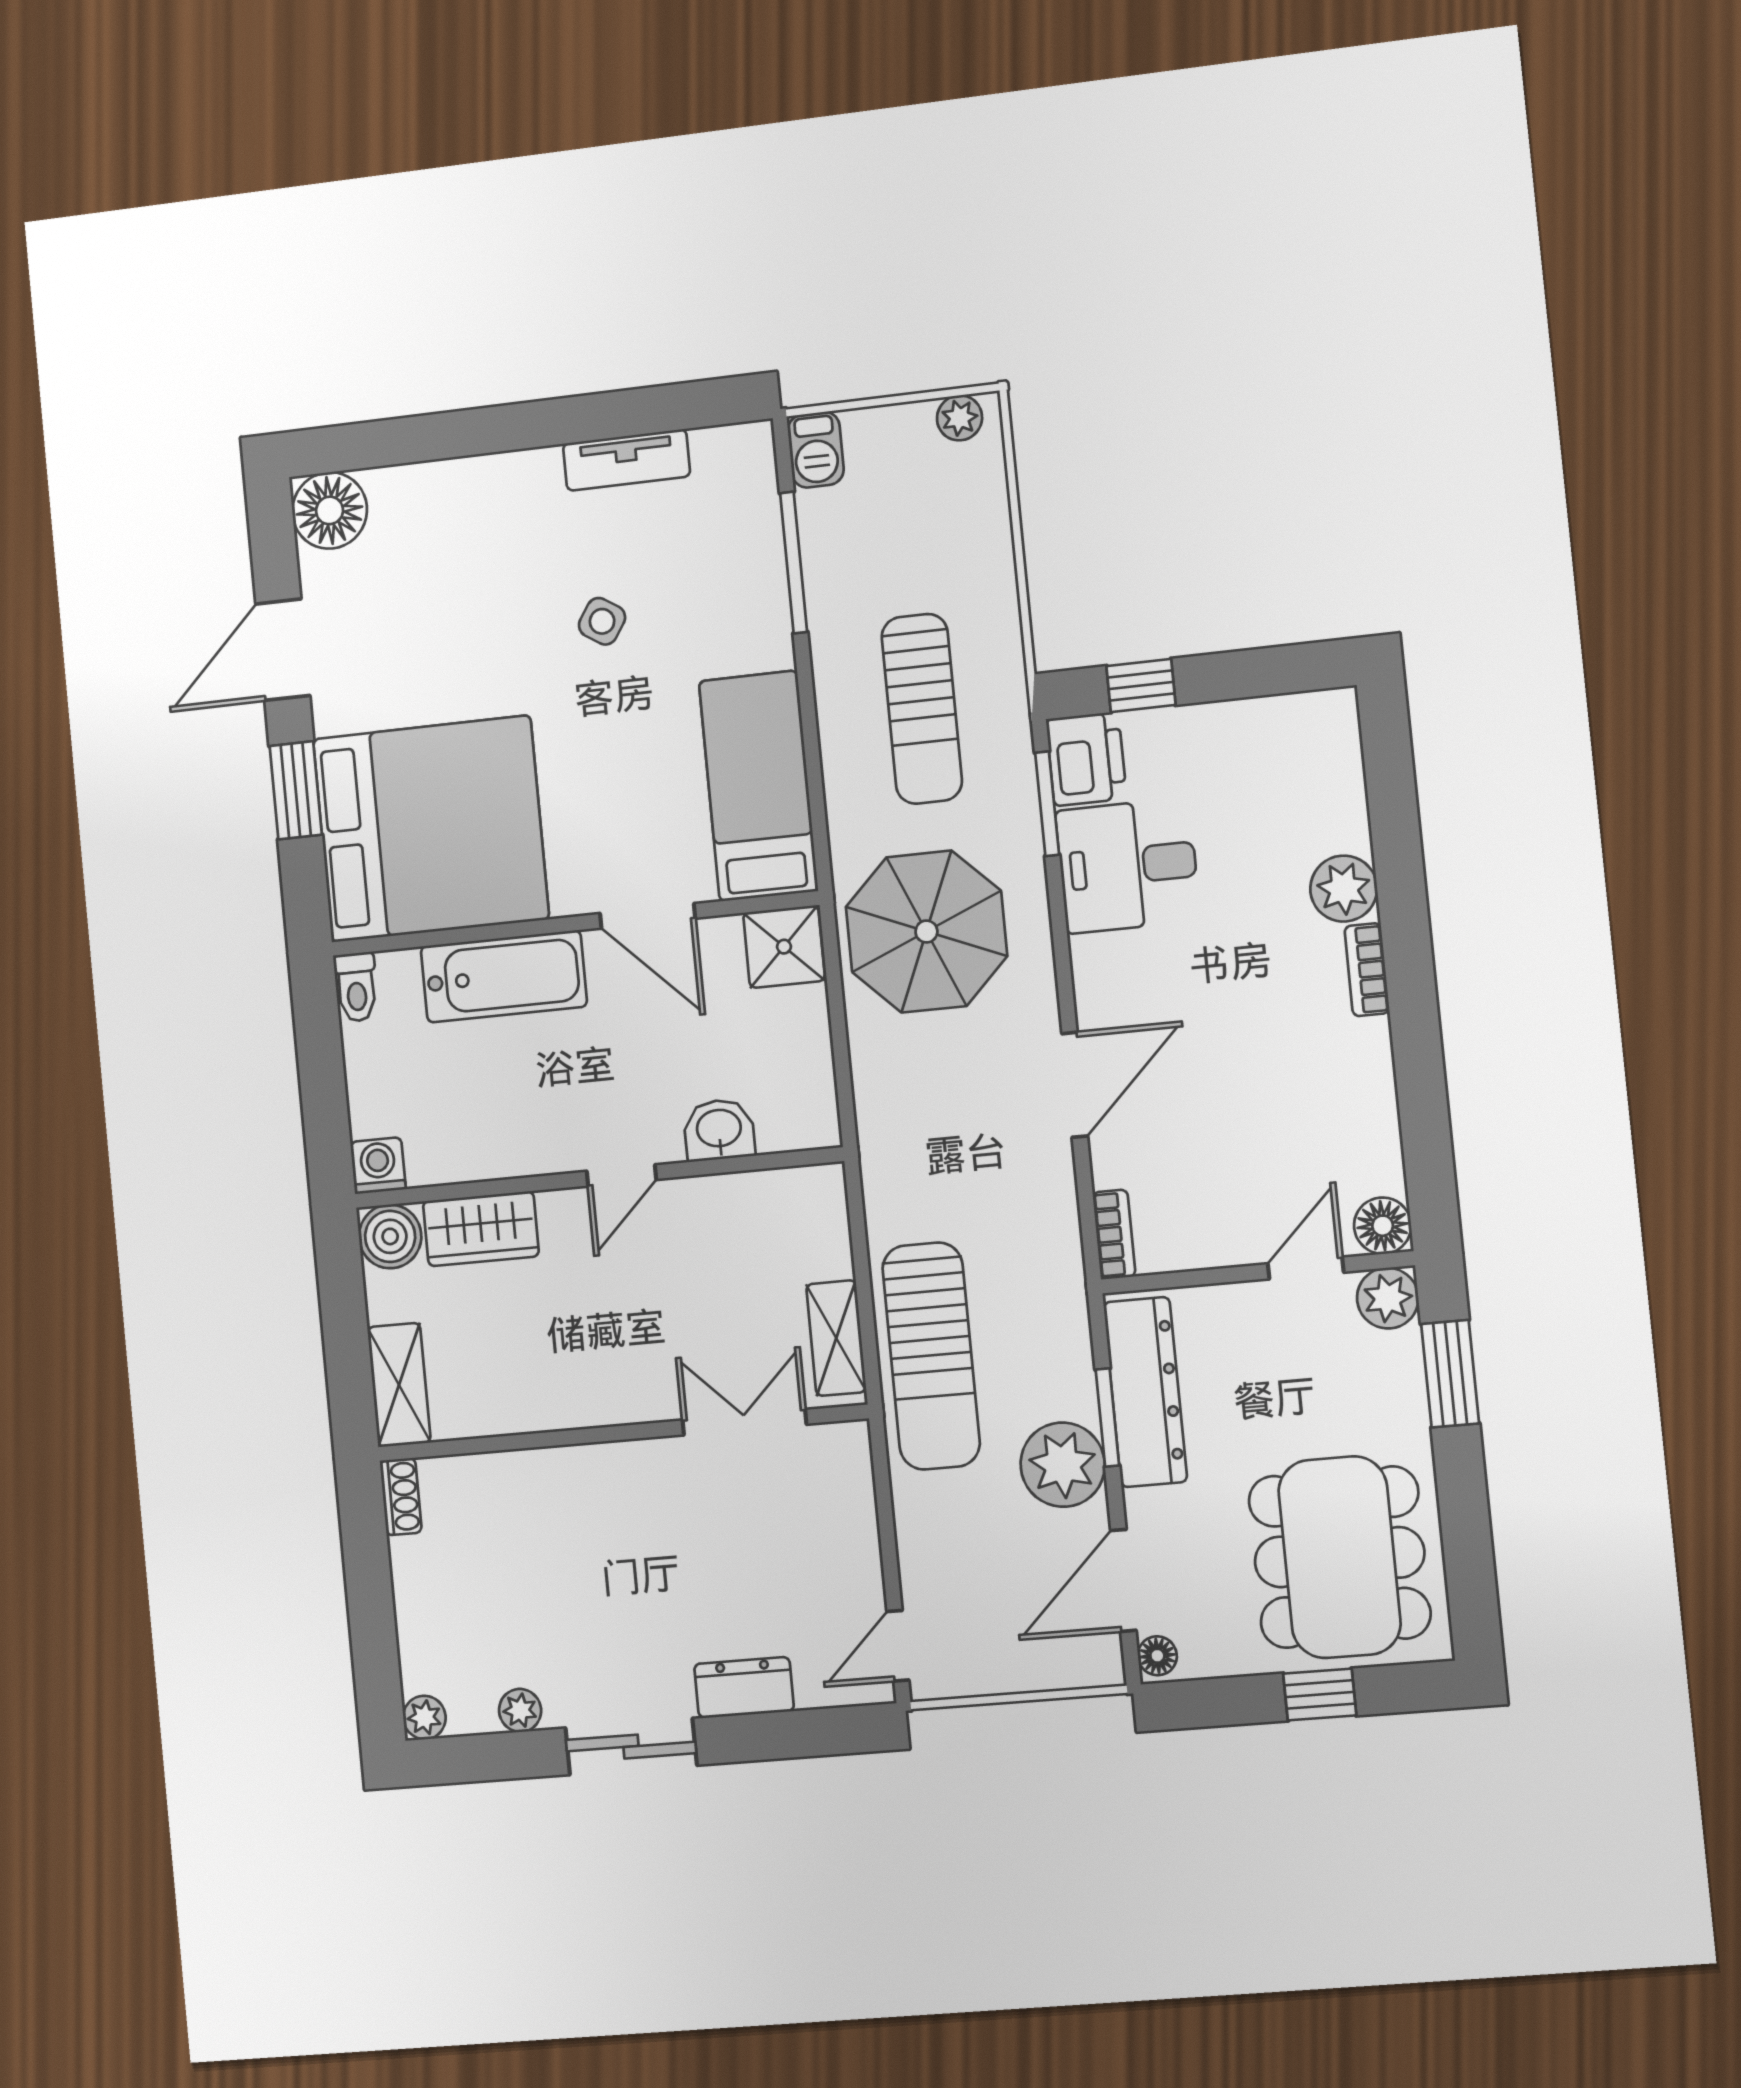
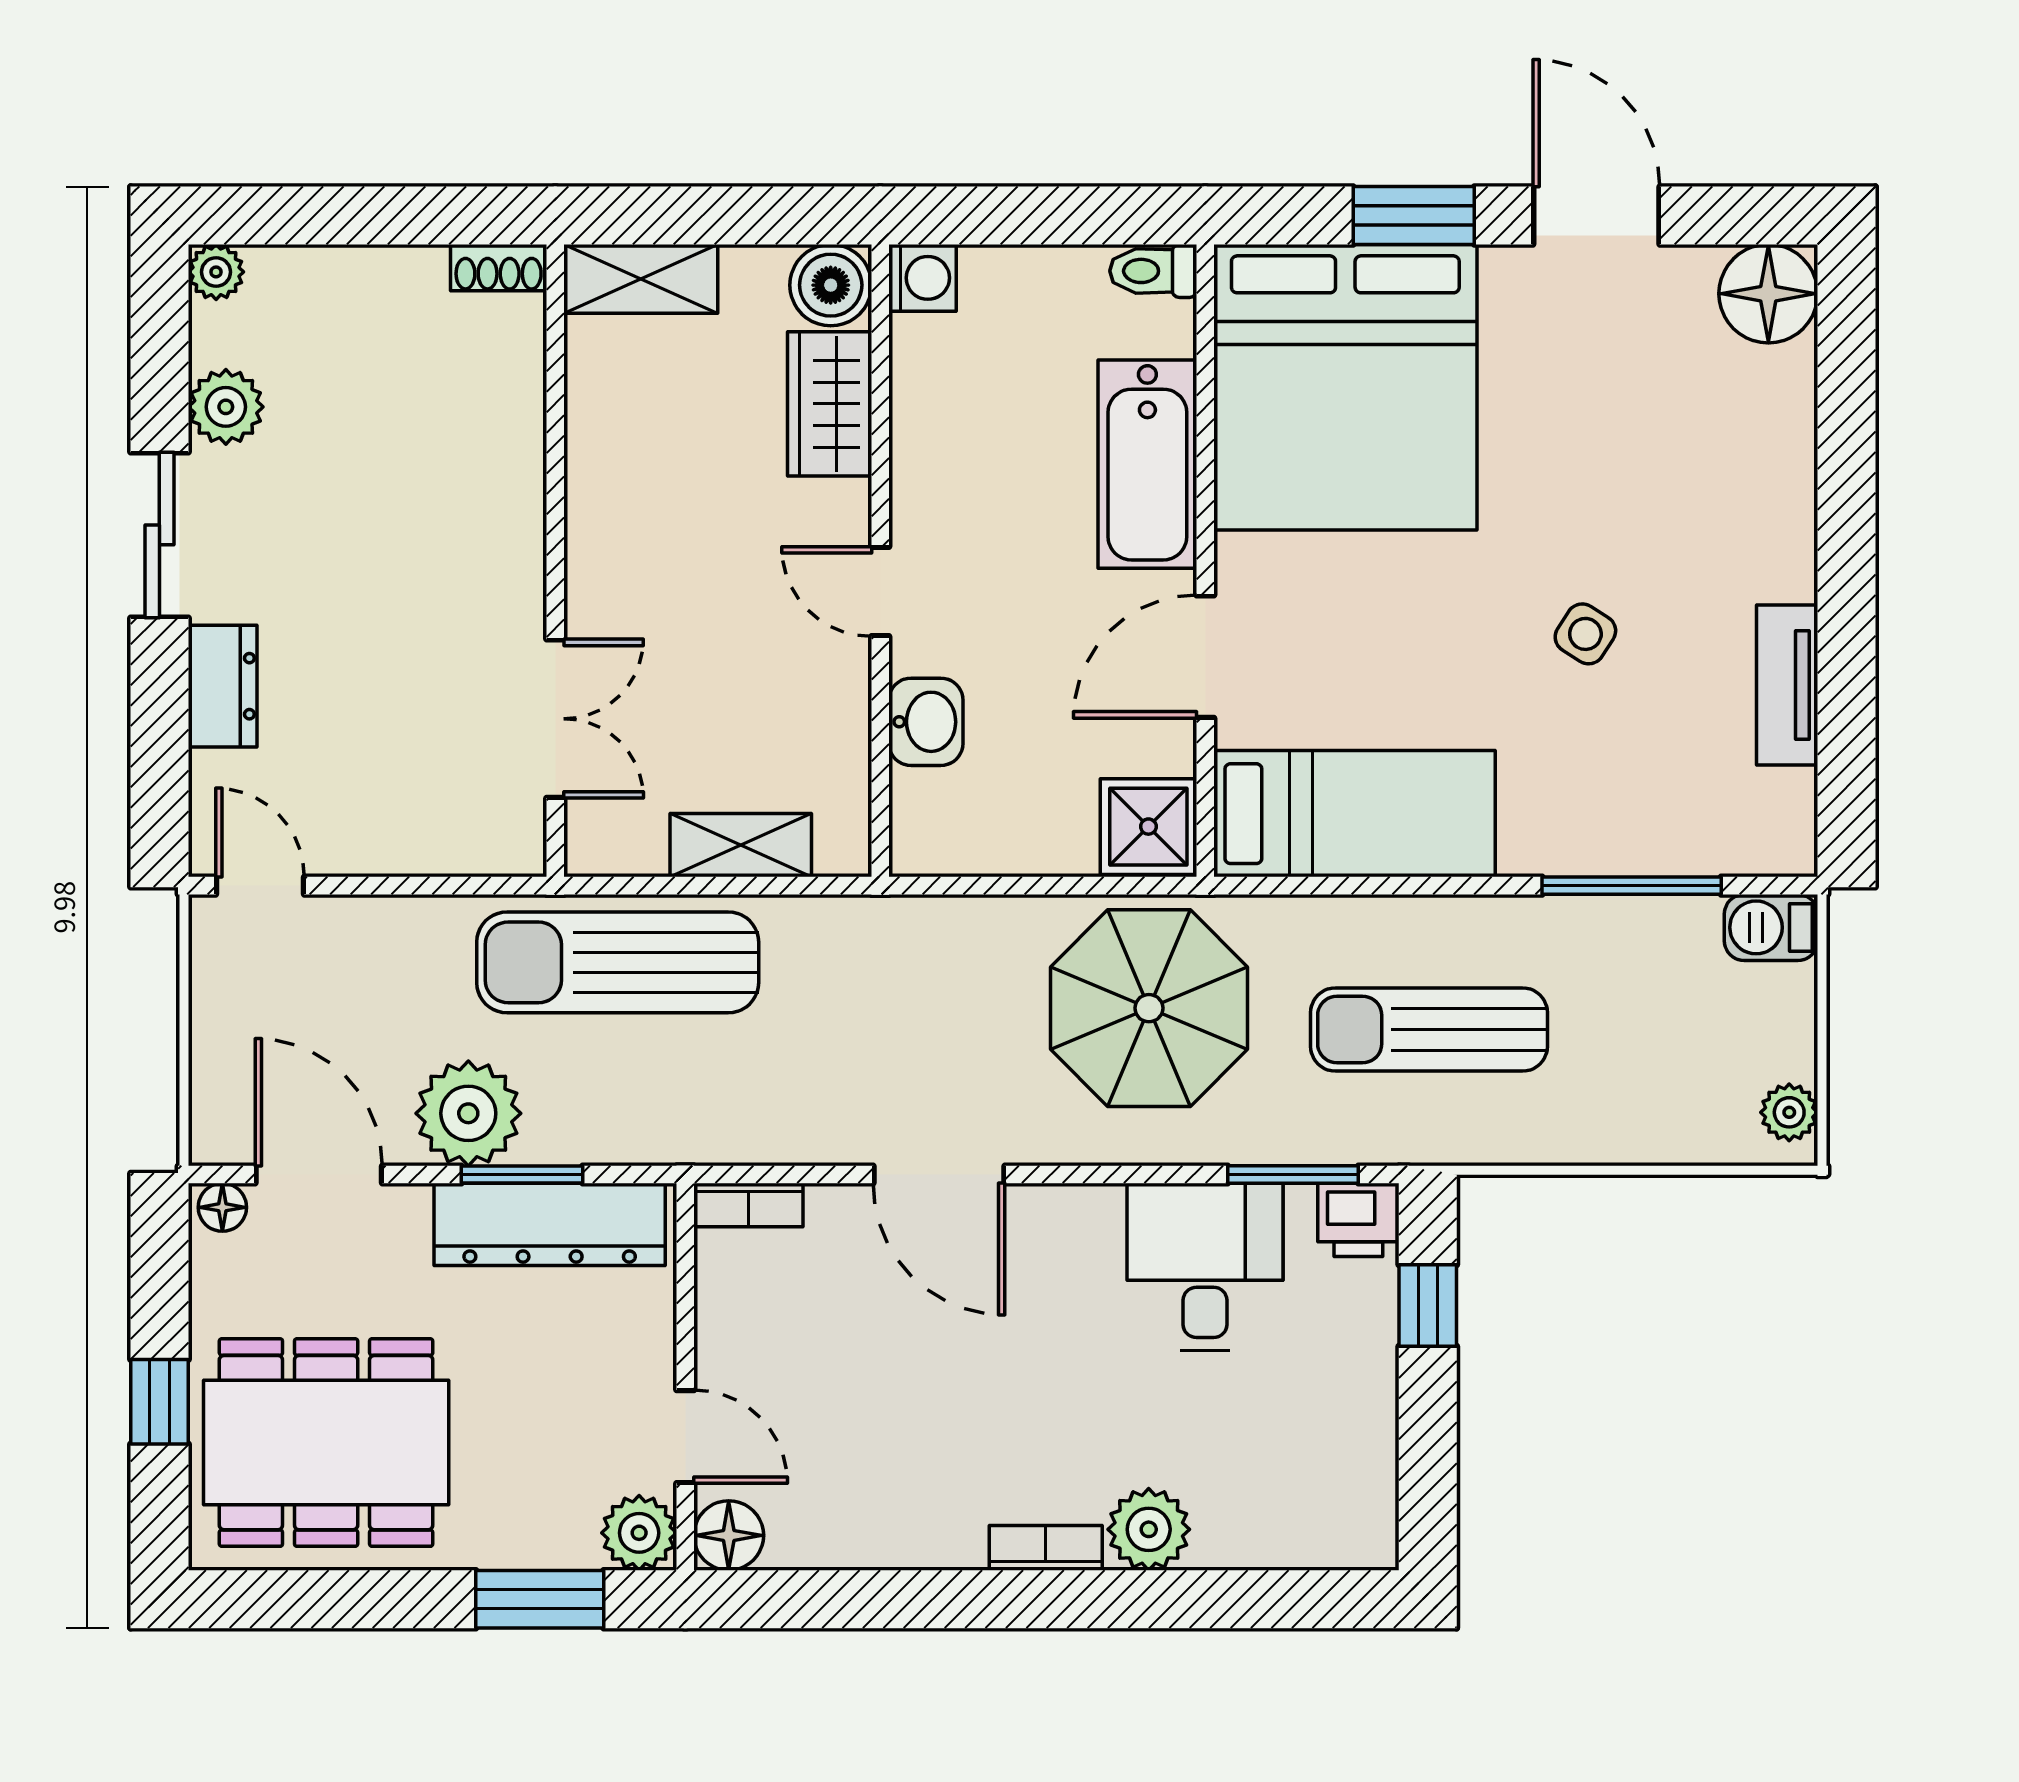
printer: (1086, 759) -> (1358, 1220), width x0.73, depth x0.81
shelving: (836, 1338) -> (741, 845), moved
plant: (520, 1710) -> (226, 407), width x1.38, depth x1.38

